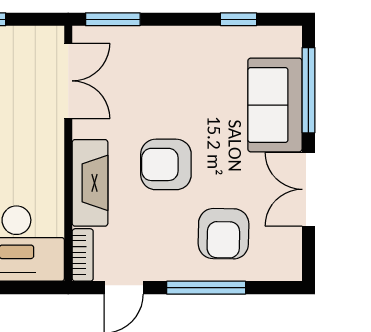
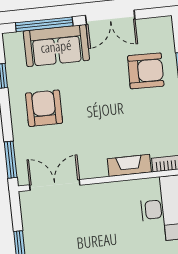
armchair: (166, 164) -> (44, 108), moved, turned 180
fireplace: (90, 183) -> (129, 165), width x0.73, depth x0.76

